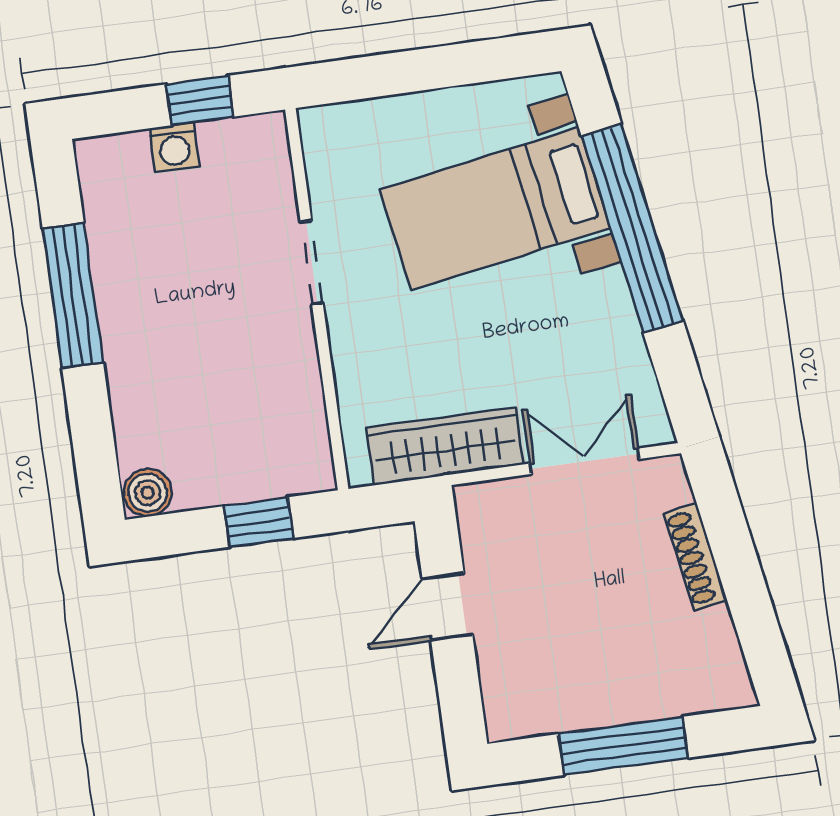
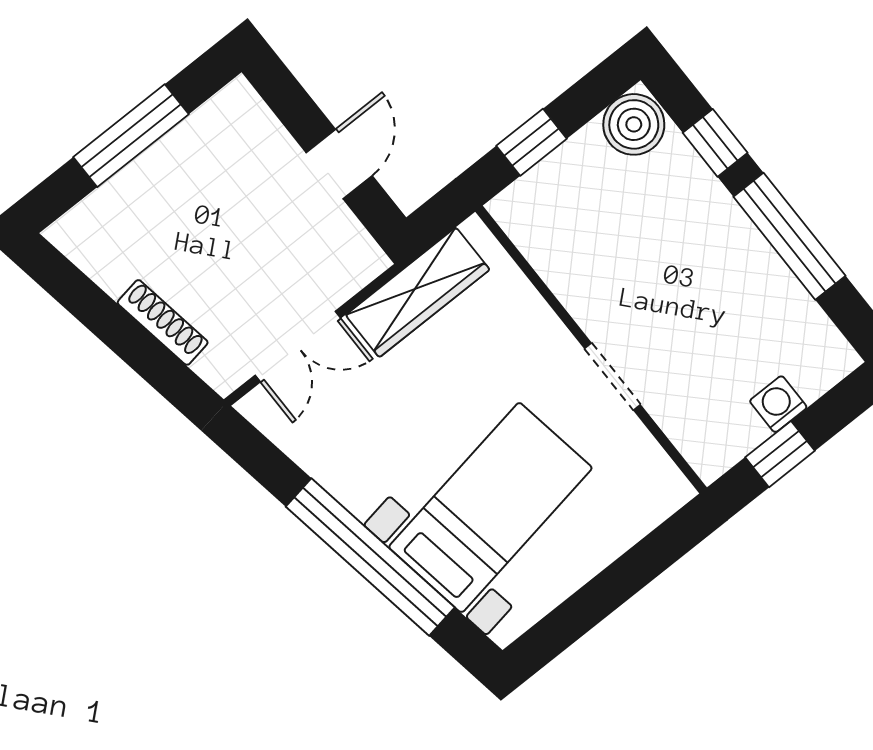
window: (90, 422) -> (715, 143), added
boiler: (148, 493) -> (634, 124), width x1.36, depth x1.36

